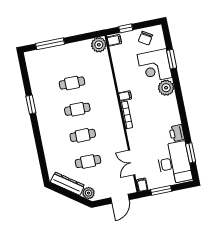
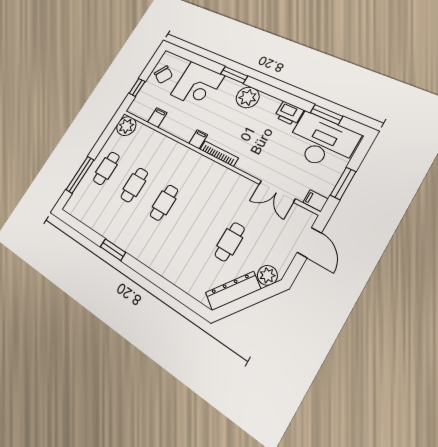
filing cabinet: (114, 40) -> (157, 118), moved
window: (172, 59) -> (234, 75), moved
plant: (166, 88) -> (248, 97), moved
cafe table: (83, 135) -> (106, 168), moved

